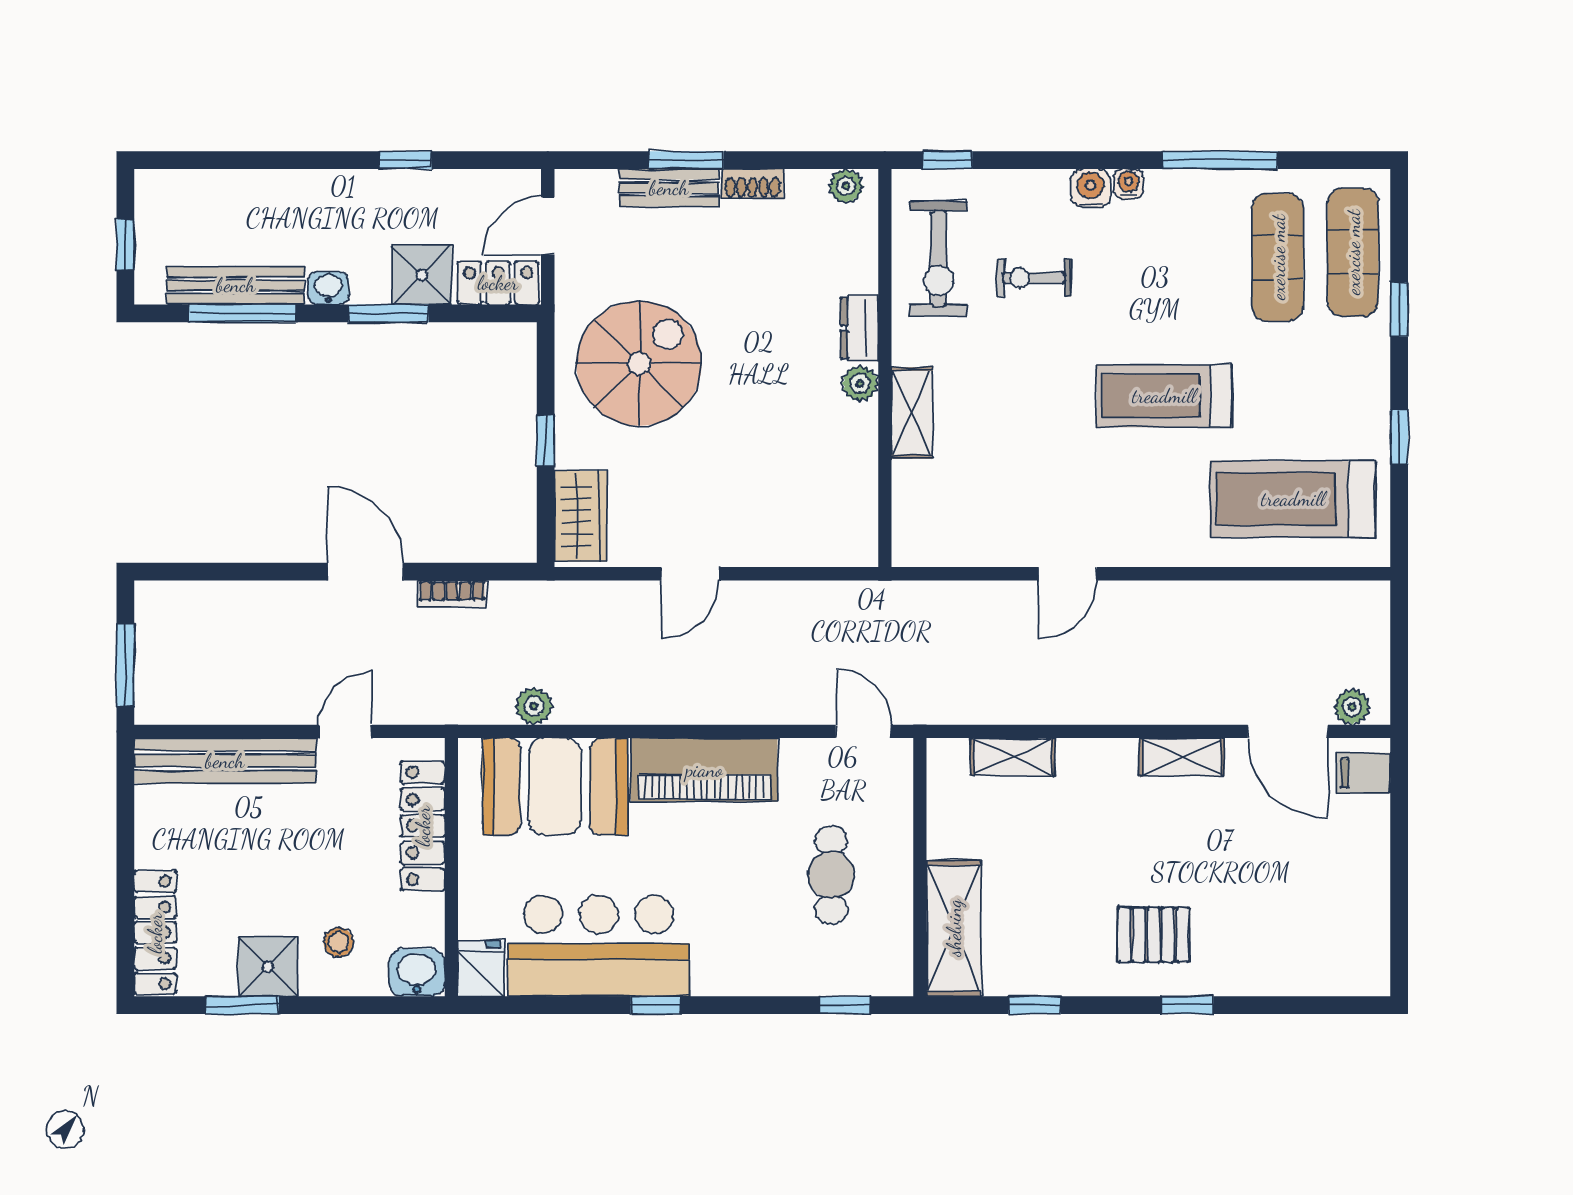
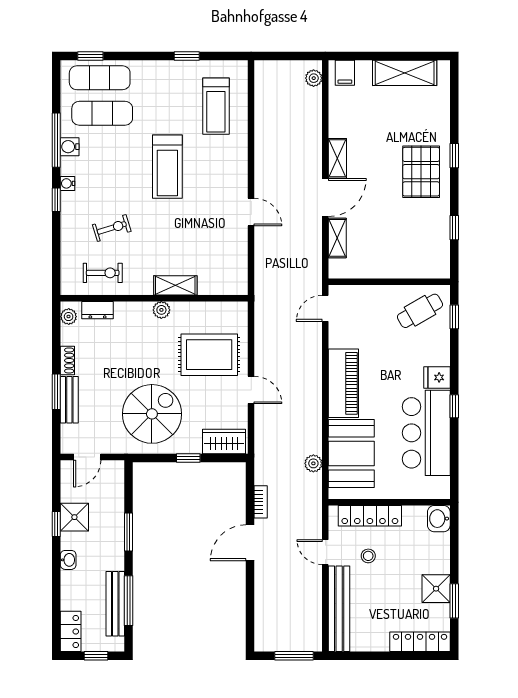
window: (947, 160) -> (56, 200), moved
water cooler: (1090, 188) -> (70, 147), moved
door: (548, 226) -> (87, 457), hinge flipped
exercise bike: (939, 259) -> (103, 273), width x0.73, depth x0.72
shower: (422, 275) -> (74, 517), moved
exercise bike: (1034, 278) -> (112, 228), turned -107
locker: (498, 283) -> (71, 631), moved, turned 180
washbasin: (328, 288) -> (68, 560), moved, turned 180
window: (1399, 309) -> (90, 56), moved
dresser: (860, 328) -> (98, 310), moved
spiral stairs: (639, 363) -> (152, 414), turned 90
rug: (765, 485) -> (209, 355), added
treadmill: (1293, 499) -> (216, 106), width x0.73, depth x0.73
door: (1288, 731) -> (325, 197), moved
cafe table: (831, 875) -> (420, 311), moved, turned -30
shelving: (954, 928) -> (405, 73), moved
pallet: (1154, 935) -> (421, 172), width x1.50, depth x1.42
stool: (338, 942) -> (368, 556), moved
fridge: (481, 969) -> (437, 377), moved

